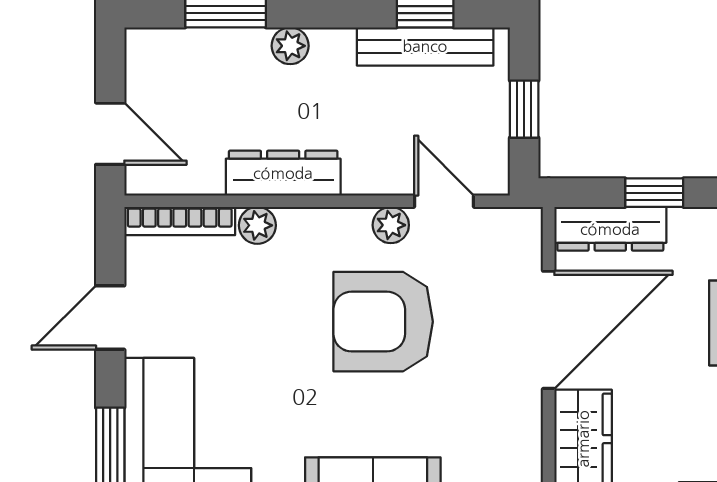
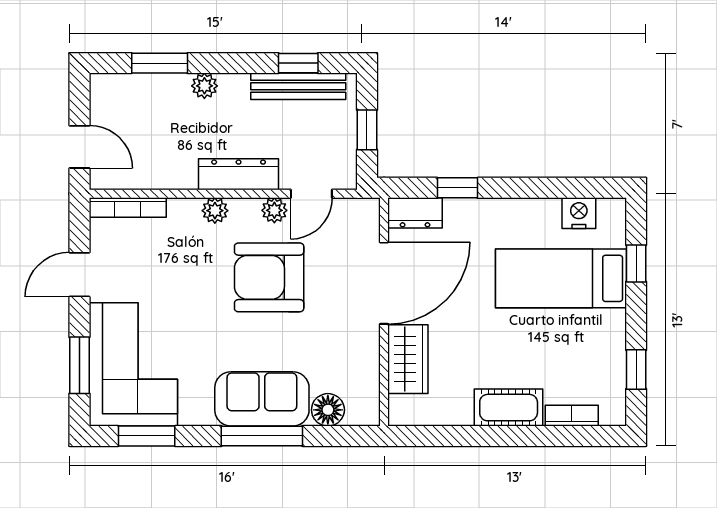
dresser: (283, 173) -> (239, 174), moved
door: (444, 201) -> (311, 194), swing flipped
plant: (257, 225) -> (215, 211), moved
dresser: (610, 229) -> (415, 213), width x0.70

